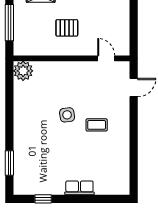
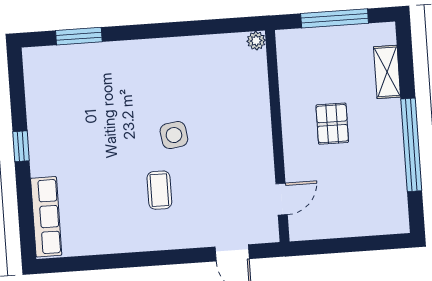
plant: (23, 71) -> (256, 41), width x0.53, depth x0.53
row of seats: (79, 188) -> (46, 217), moved, width x1.48
window: (43, 199) -> (21, 146), moved

